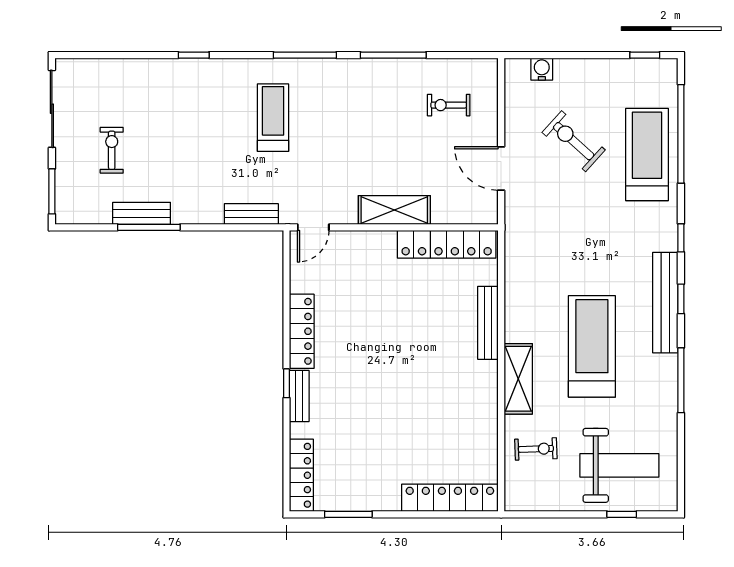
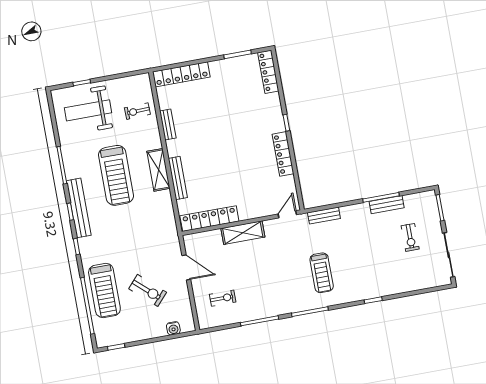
shelving: (518, 379) -> (158, 170), moved
bench: (299, 396) -> (168, 124), moved

